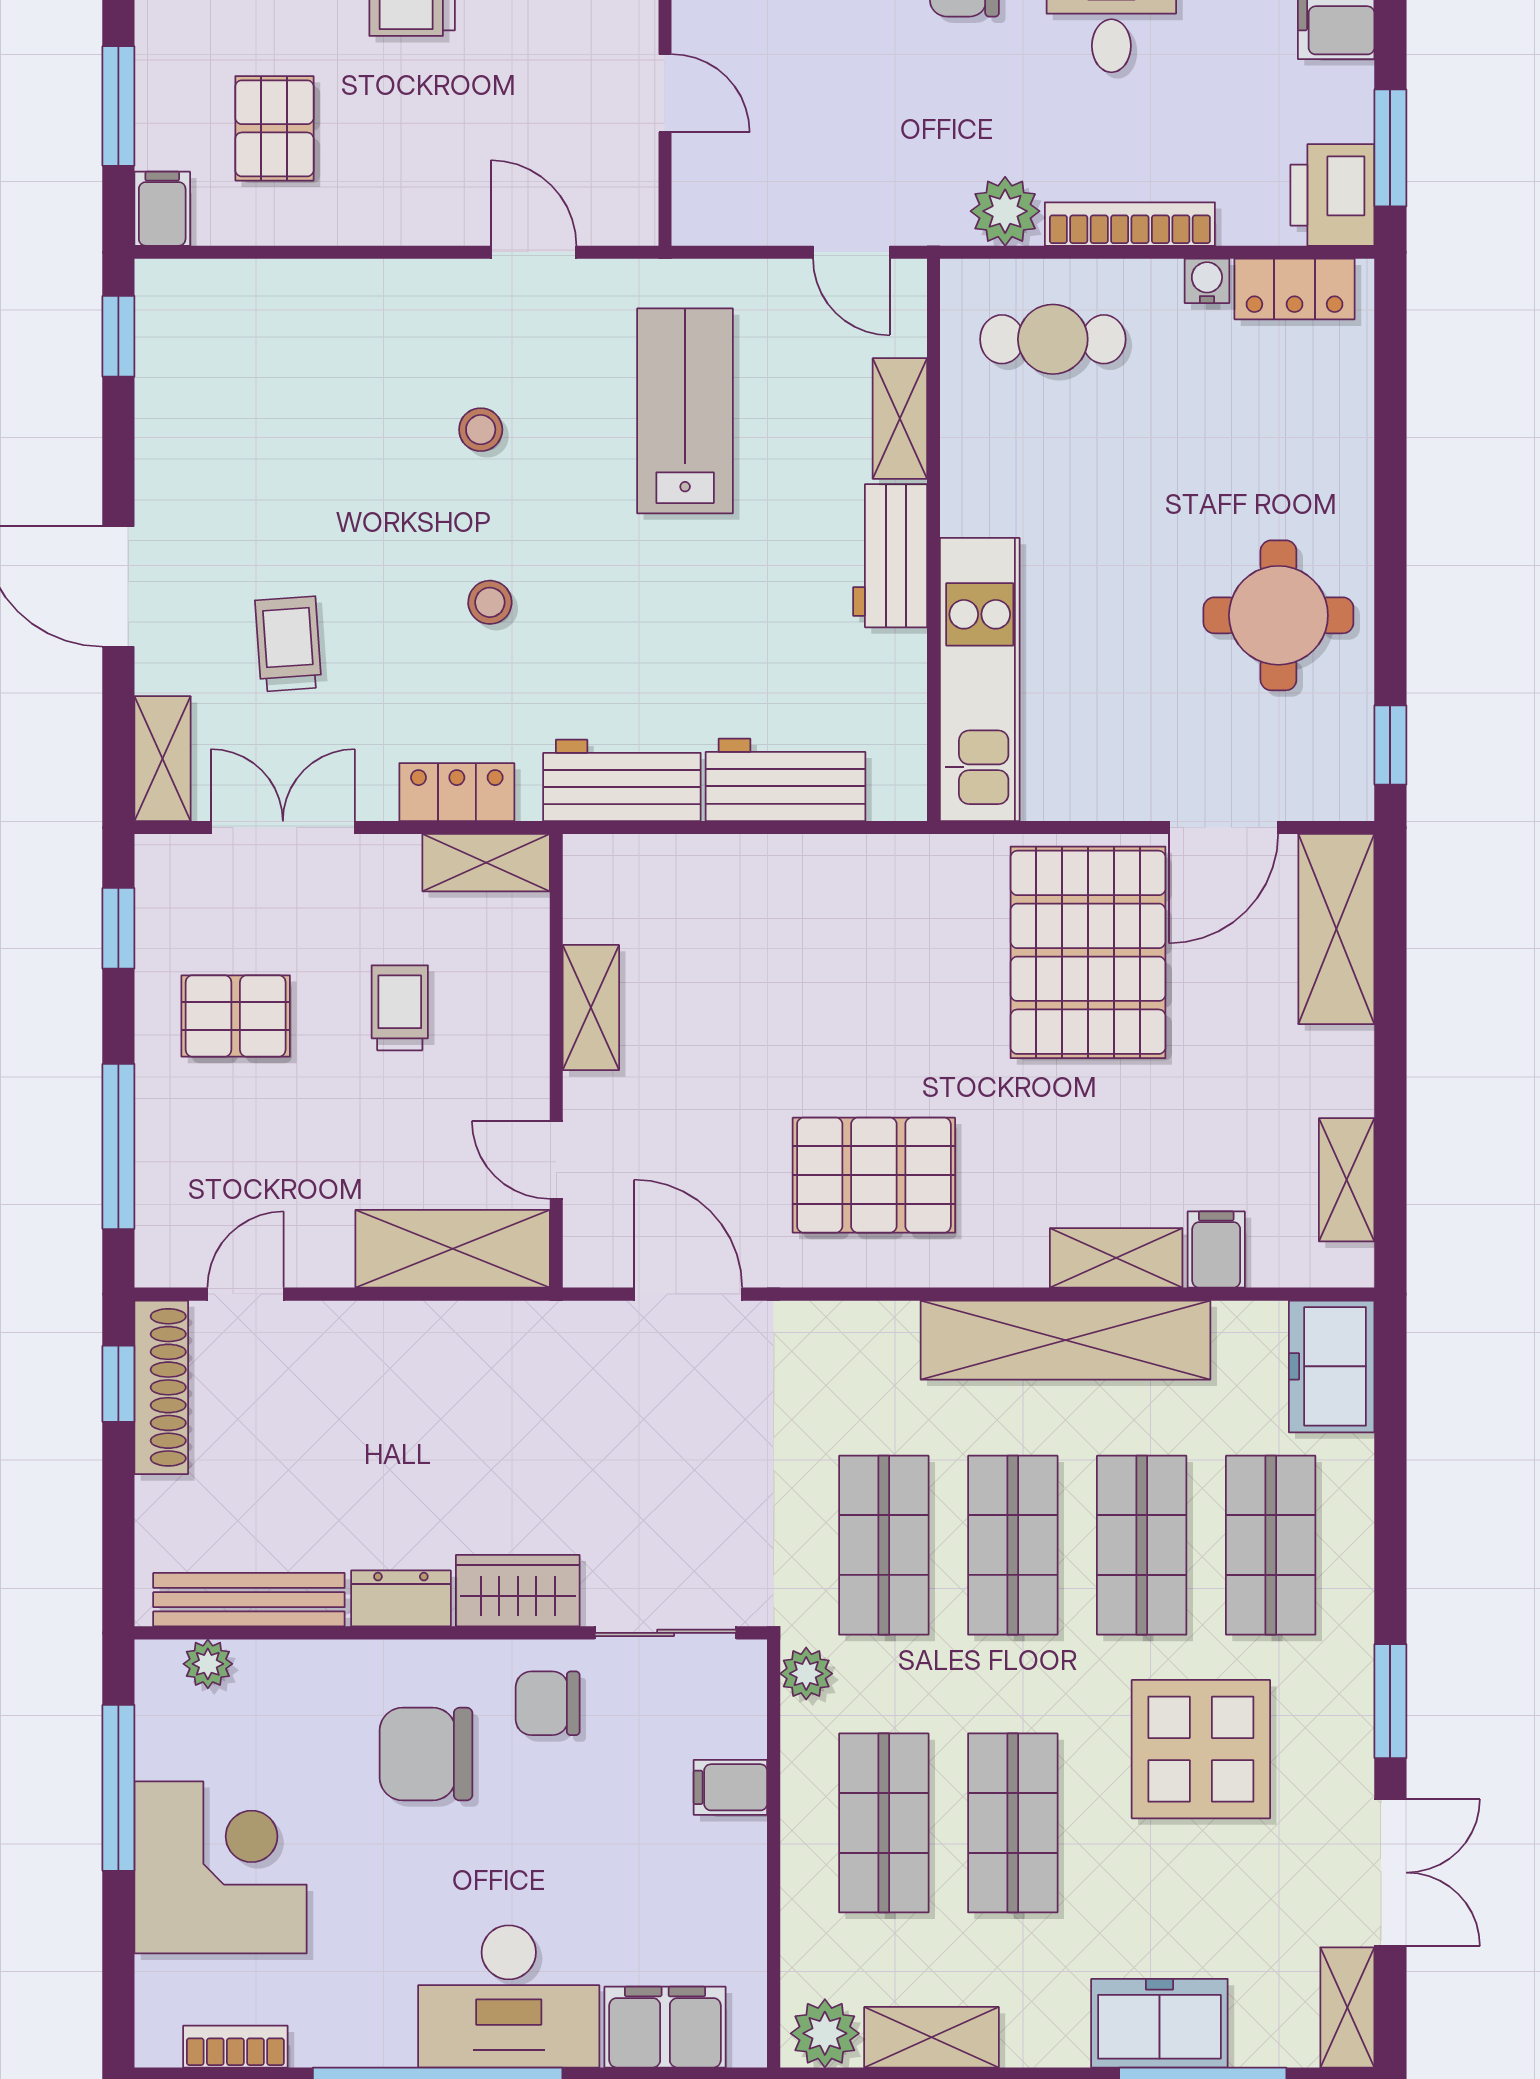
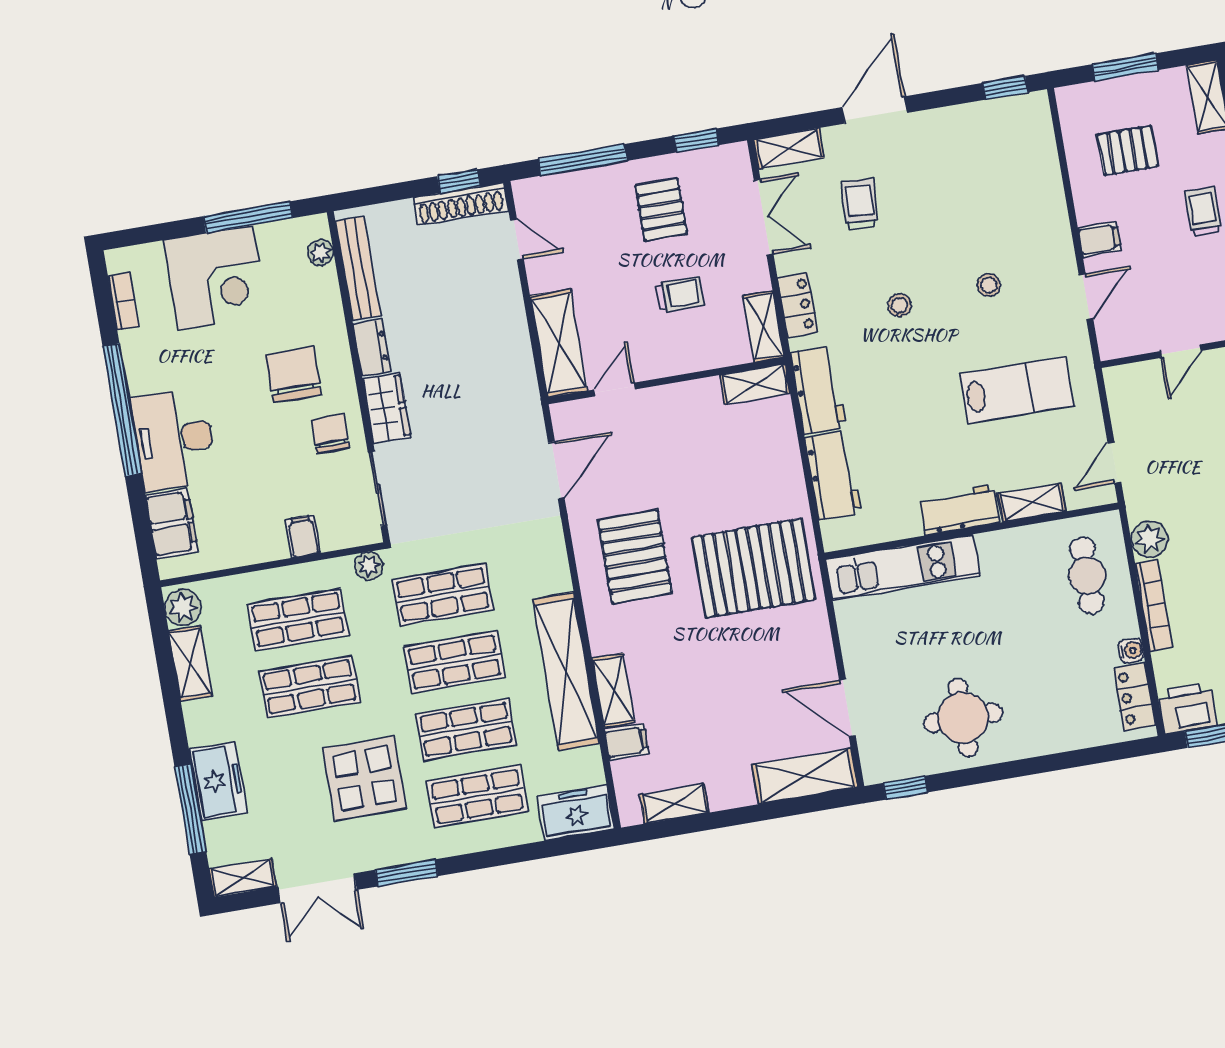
filing cabinet: (162, 209) -> (1100, 239), moved
trolley: (288, 644) -> (860, 204), turned -82
pallet: (1088, 952) -> (754, 568), moved
shelving: (591, 1008) -> (755, 384), moved

